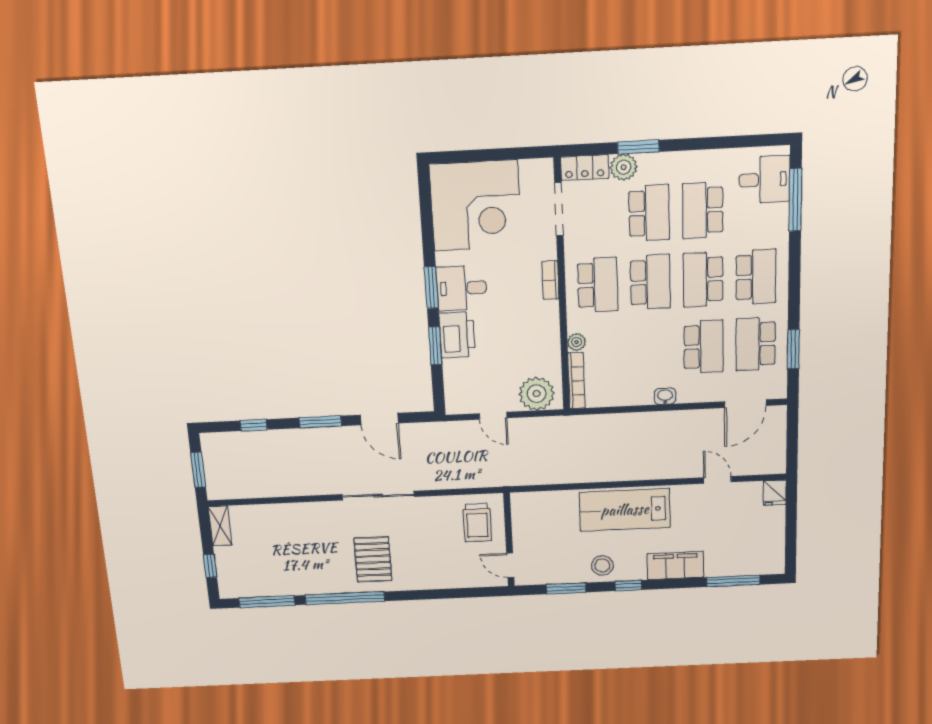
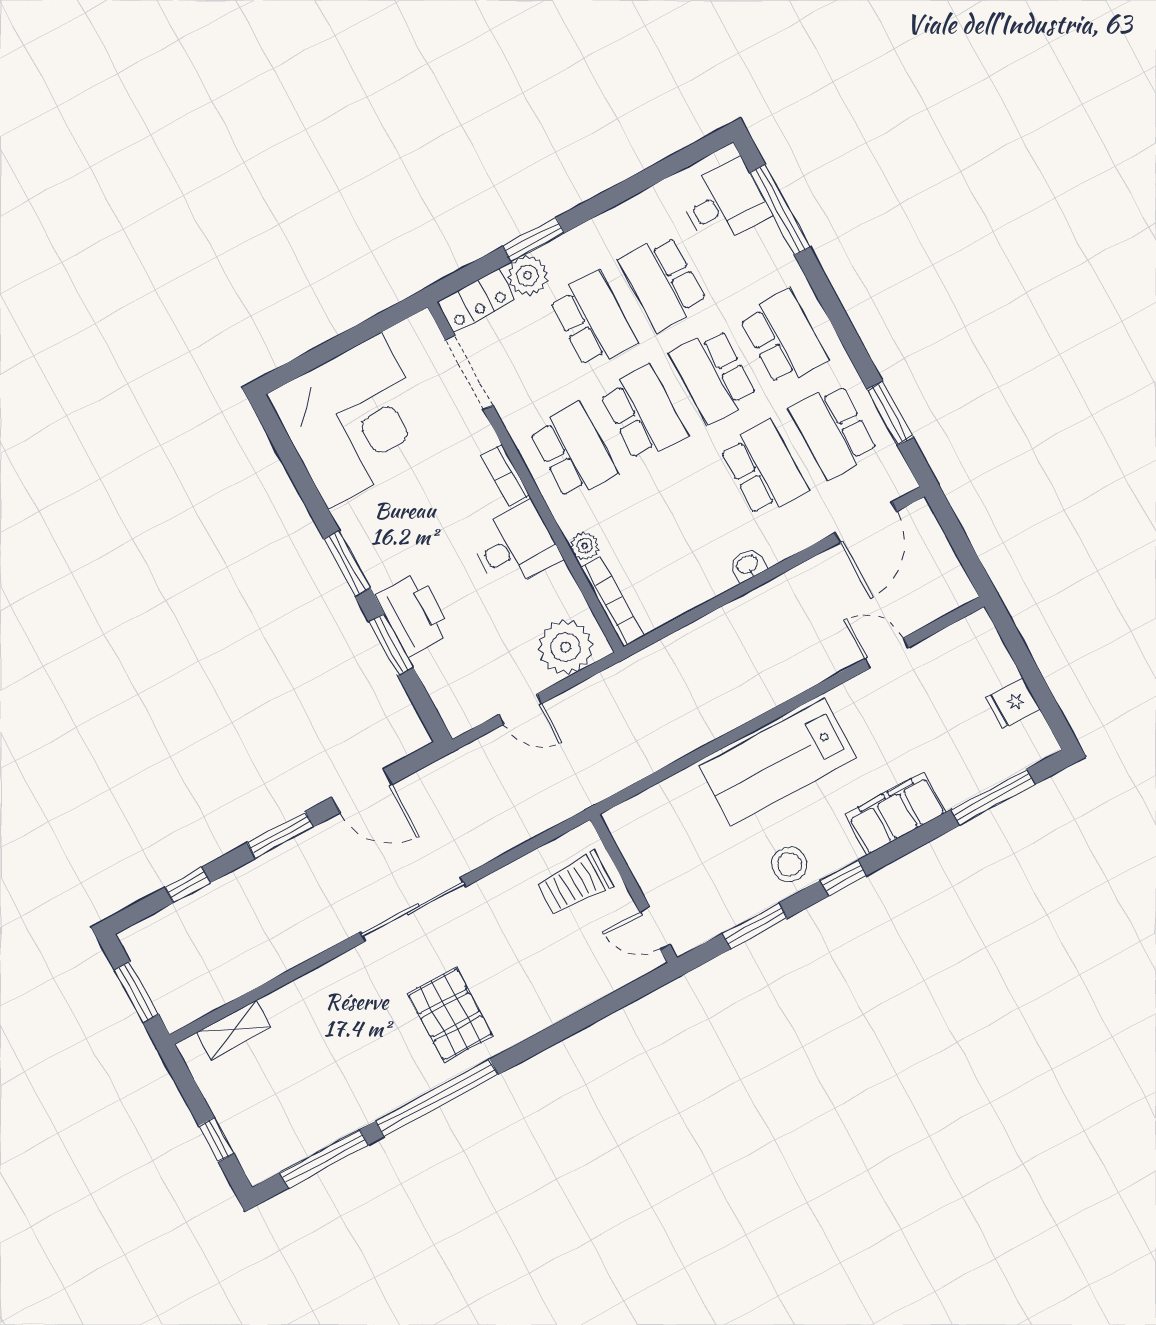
desk: (462, 288) -> (515, 546), moved, turned 180
fridge: (775, 493) -> (1013, 703), moved, turned 90
trolley: (477, 523) -> (575, 883), turned 90
shelving: (220, 526) -> (233, 1030), moved, turned 90

